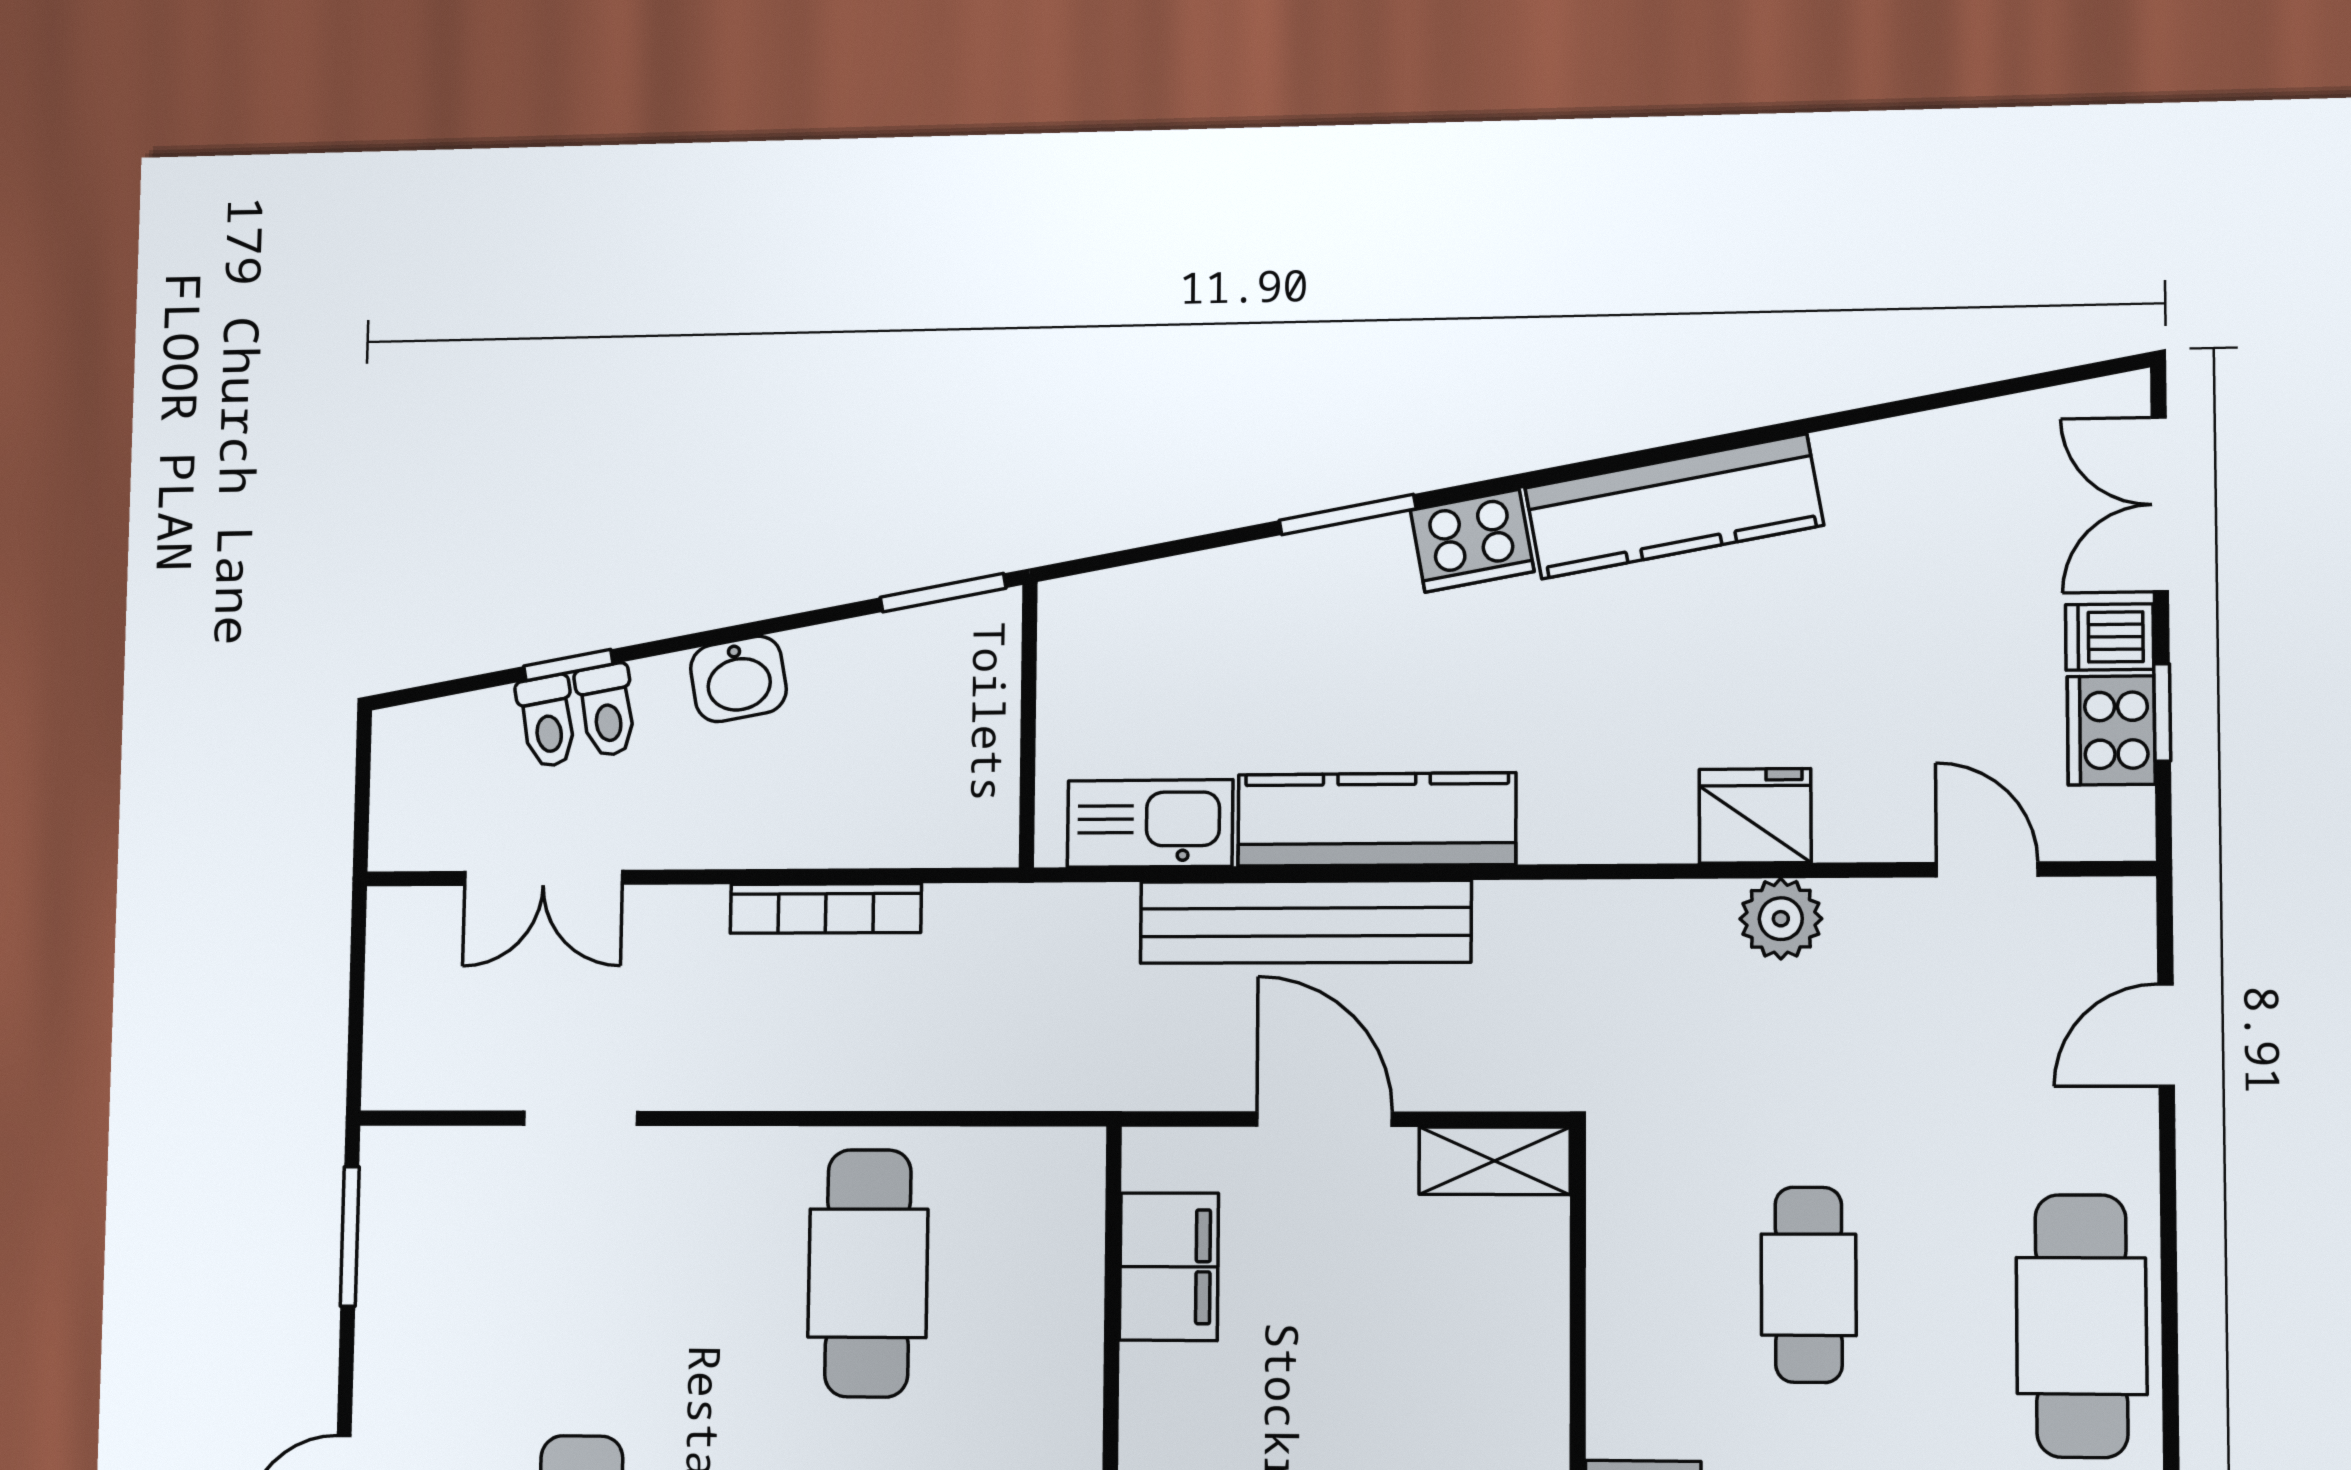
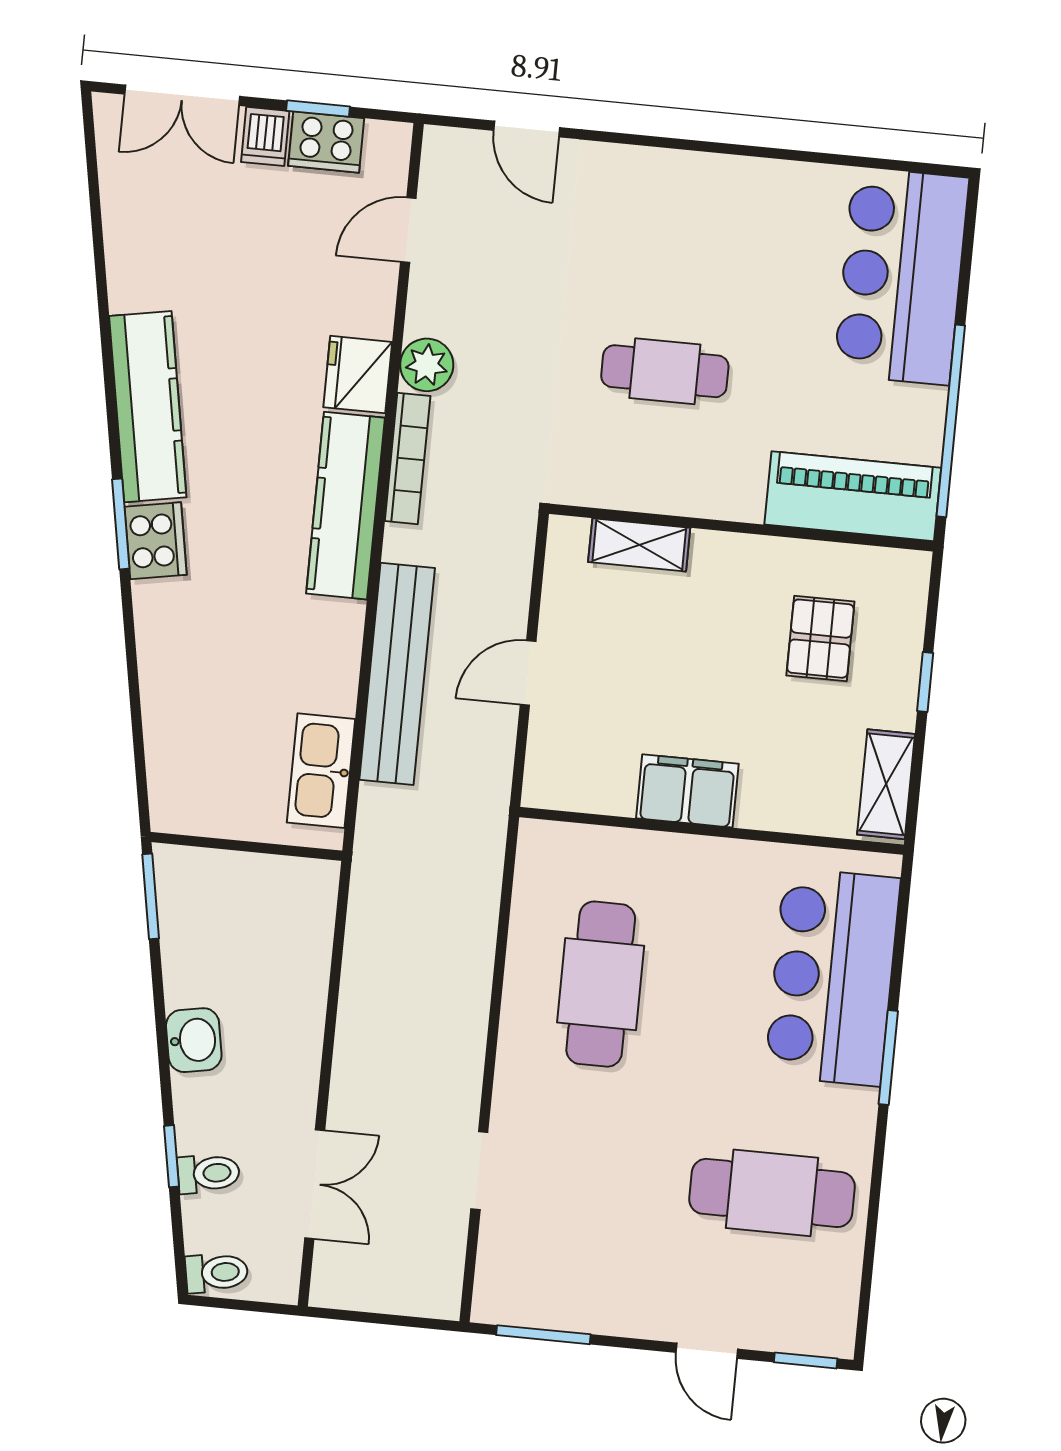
window: (1348, 515) -> (121, 524), moved
toilet: (607, 710) -> (217, 1273), moved
kitchen counter: (1377, 819) -> (345, 506), moved
bookcase: (826, 908) -> (408, 459), moved
door: (1324, 1119) -> (528, 673), width x0.73
shelving: (1495, 1161) -> (639, 545), moved, turned 90
filing cabinet: (1169, 1267) -> (687, 791), moved
cafe table: (868, 1273) -> (601, 984), turned 90
cafe table: (2081, 1326) -> (707, 202), removed

